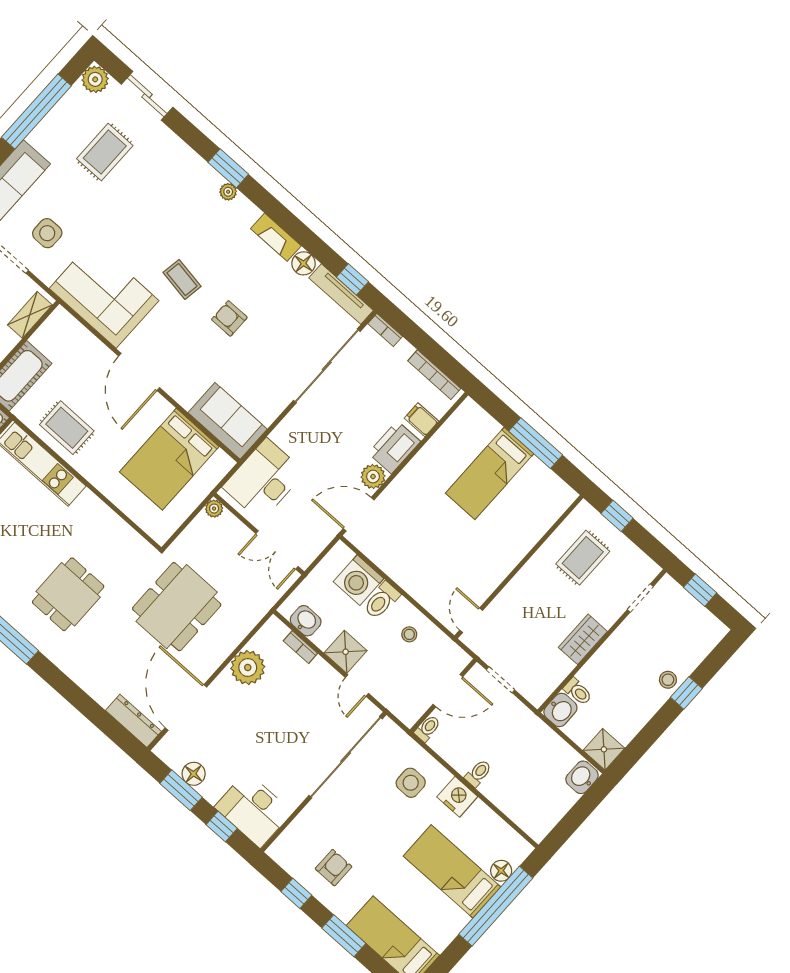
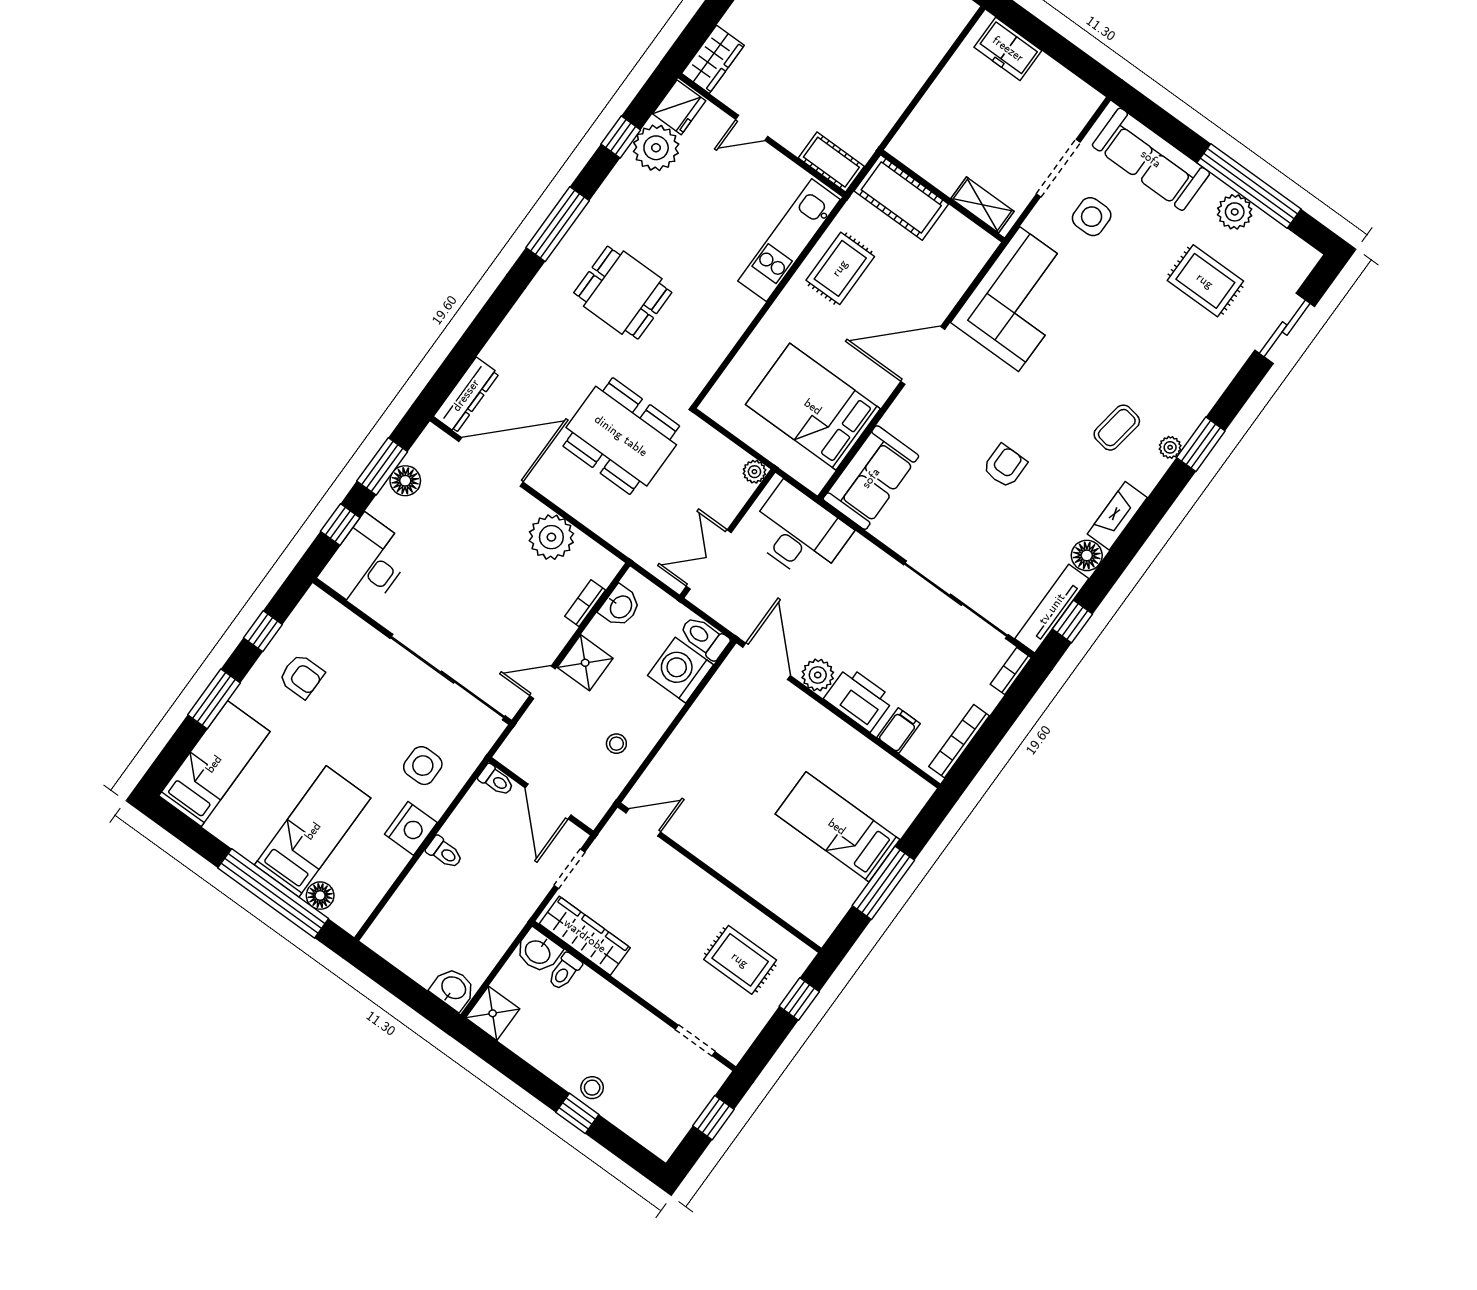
plant: (95, 79) -> (1235, 212), moved
coffee table: (182, 279) -> (1117, 428), moved
toilet: (382, 600) -> (704, 638), moved
wardrobe: (583, 639) -> (585, 936), moved, width x1.50

